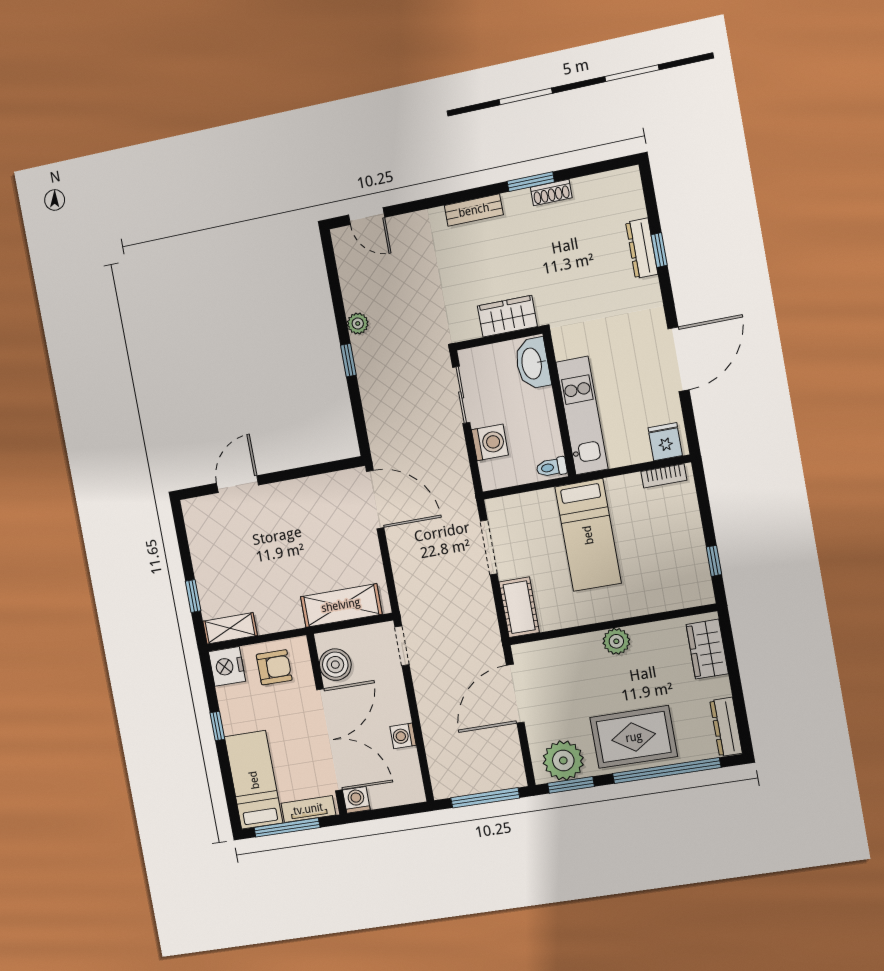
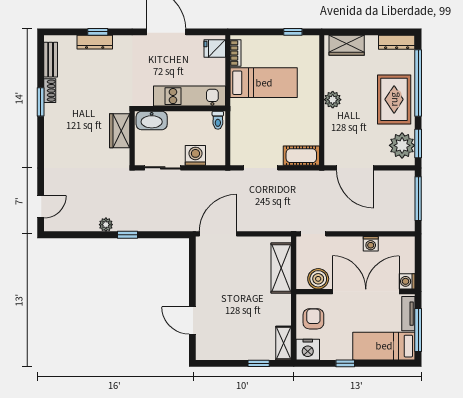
bench: (474, 210) -> (51, 60), moved
bed: (588, 535) -> (264, 83), moved

